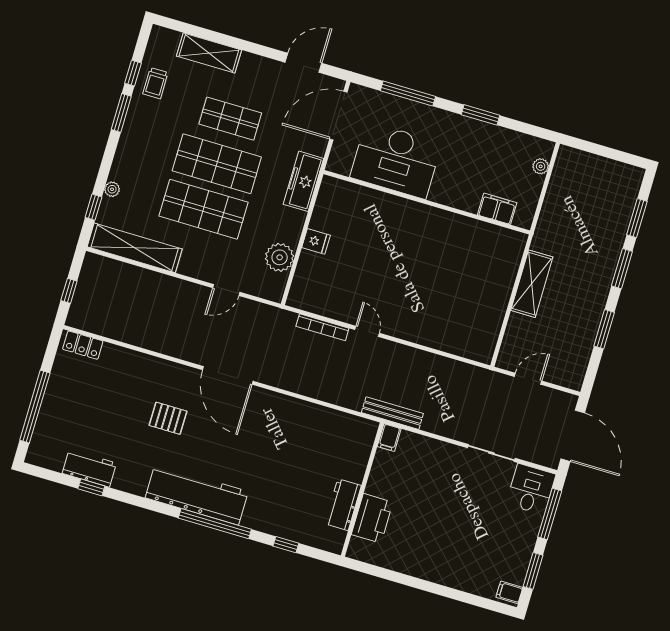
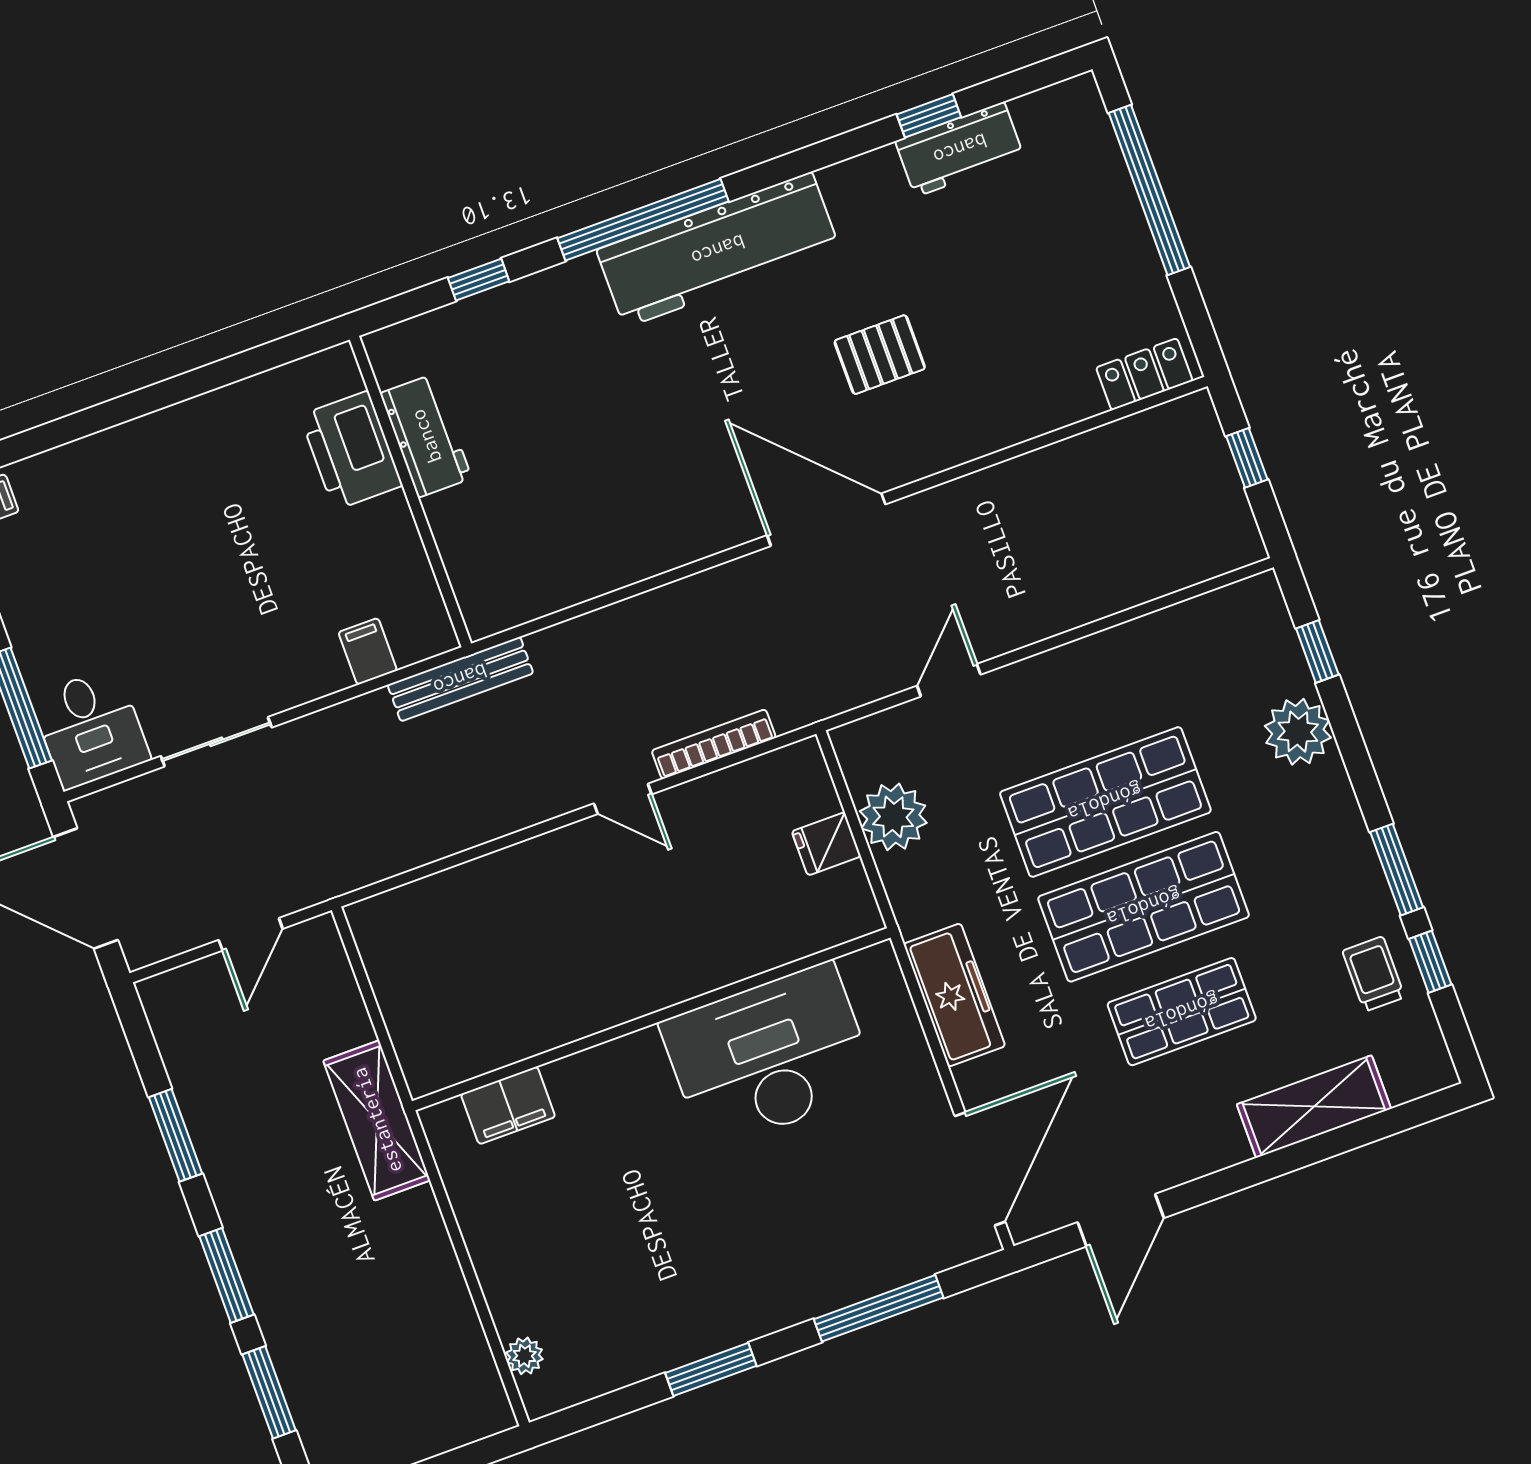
desk: (396, 160) -> (769, 1056), moved
plant: (112, 189) -> (1298, 732), width x1.87, depth x1.87
wall: (427, 202) -> (651, 1019), moved
filing cabinet: (497, 209) -> (508, 1105), moved
fridge: (316, 241) -> (826, 844), moved
shelving: (135, 248) -> (1182, 632), removed
filing cabinet: (389, 438) -> (368, 651), moved

